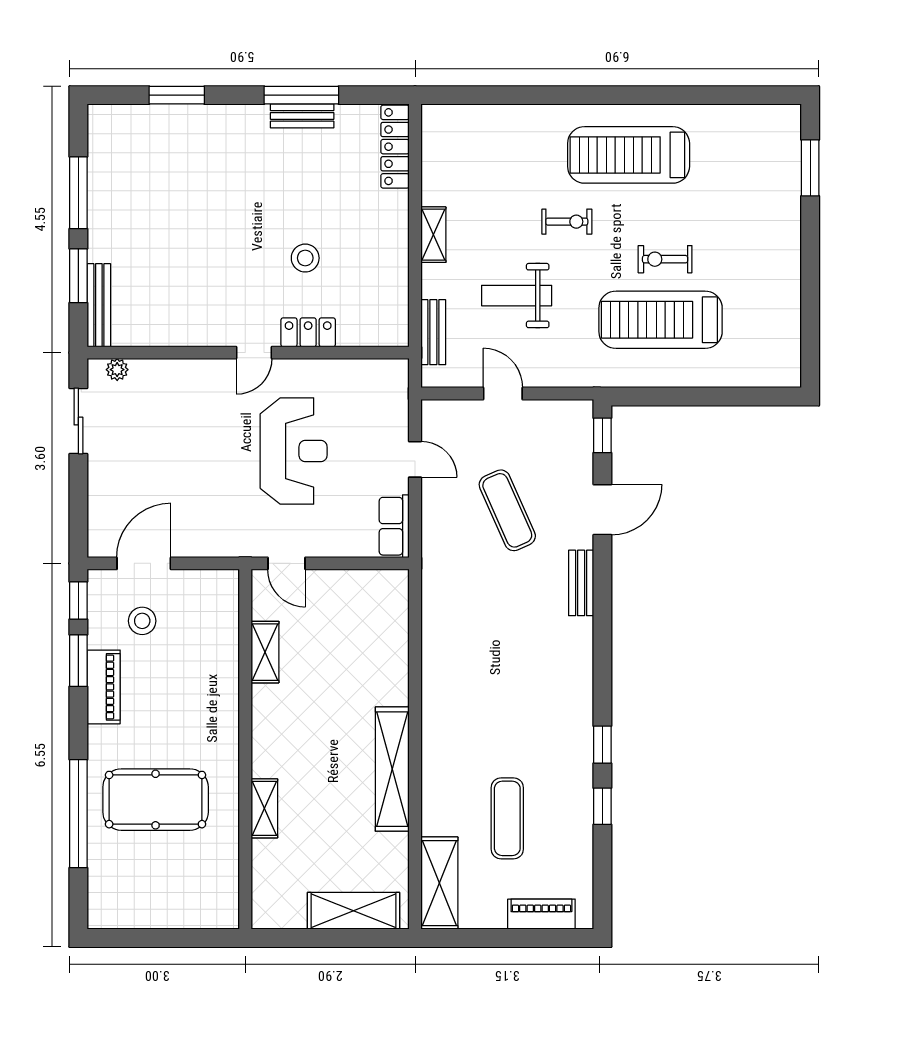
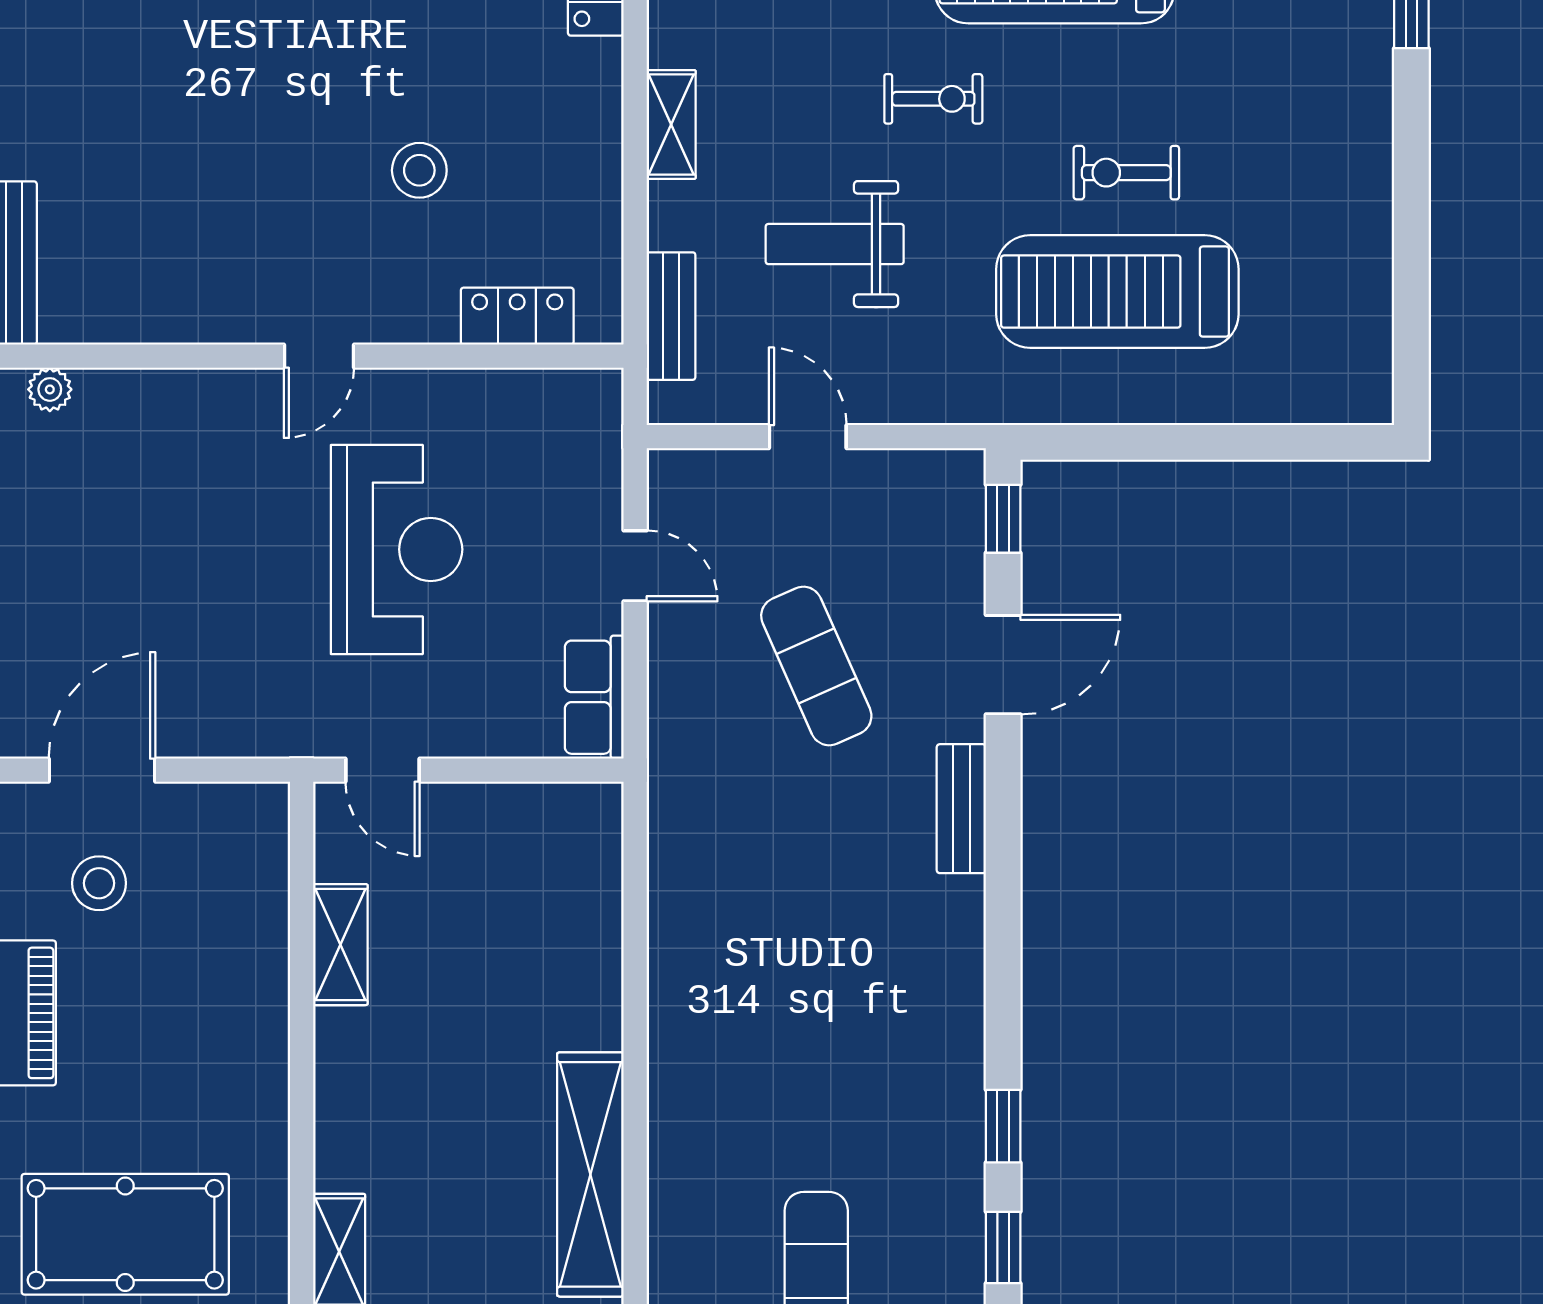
locker: (308, 332) -> (517, 316), moved

